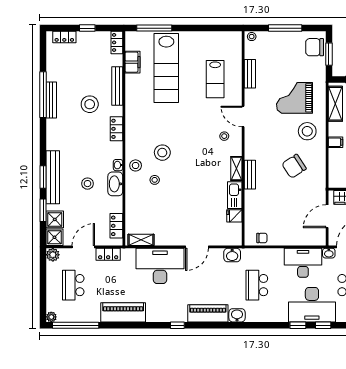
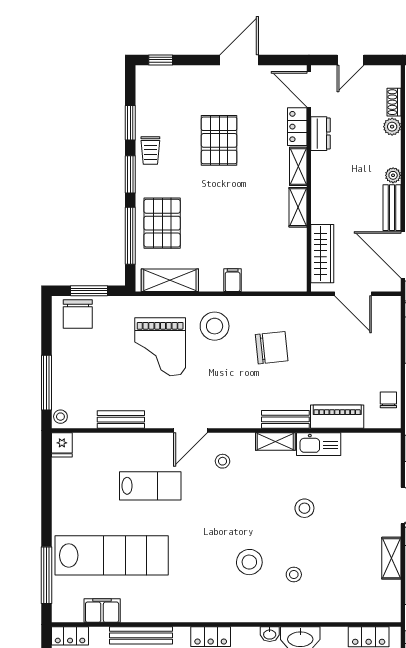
window: (285, 28) -> (47, 383), moved
lab bench: (215, 79) -> (150, 486), moved
stool: (136, 165) -> (304, 508), moved
chair: (294, 166) -> (272, 348), turned -63
piano: (252, 207) -> (337, 417), added
fridge: (234, 216) -> (62, 445), moved
shelving: (141, 240) -> (391, 558), moved

